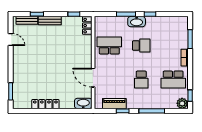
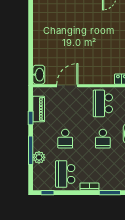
school desk: (109, 46) -> (103, 103), turned 180
school desk: (141, 80) -> (65, 139), turned -90
plant: (182, 103) -> (39, 157), moved
locker: (45, 104) -> (38, 33), removed

